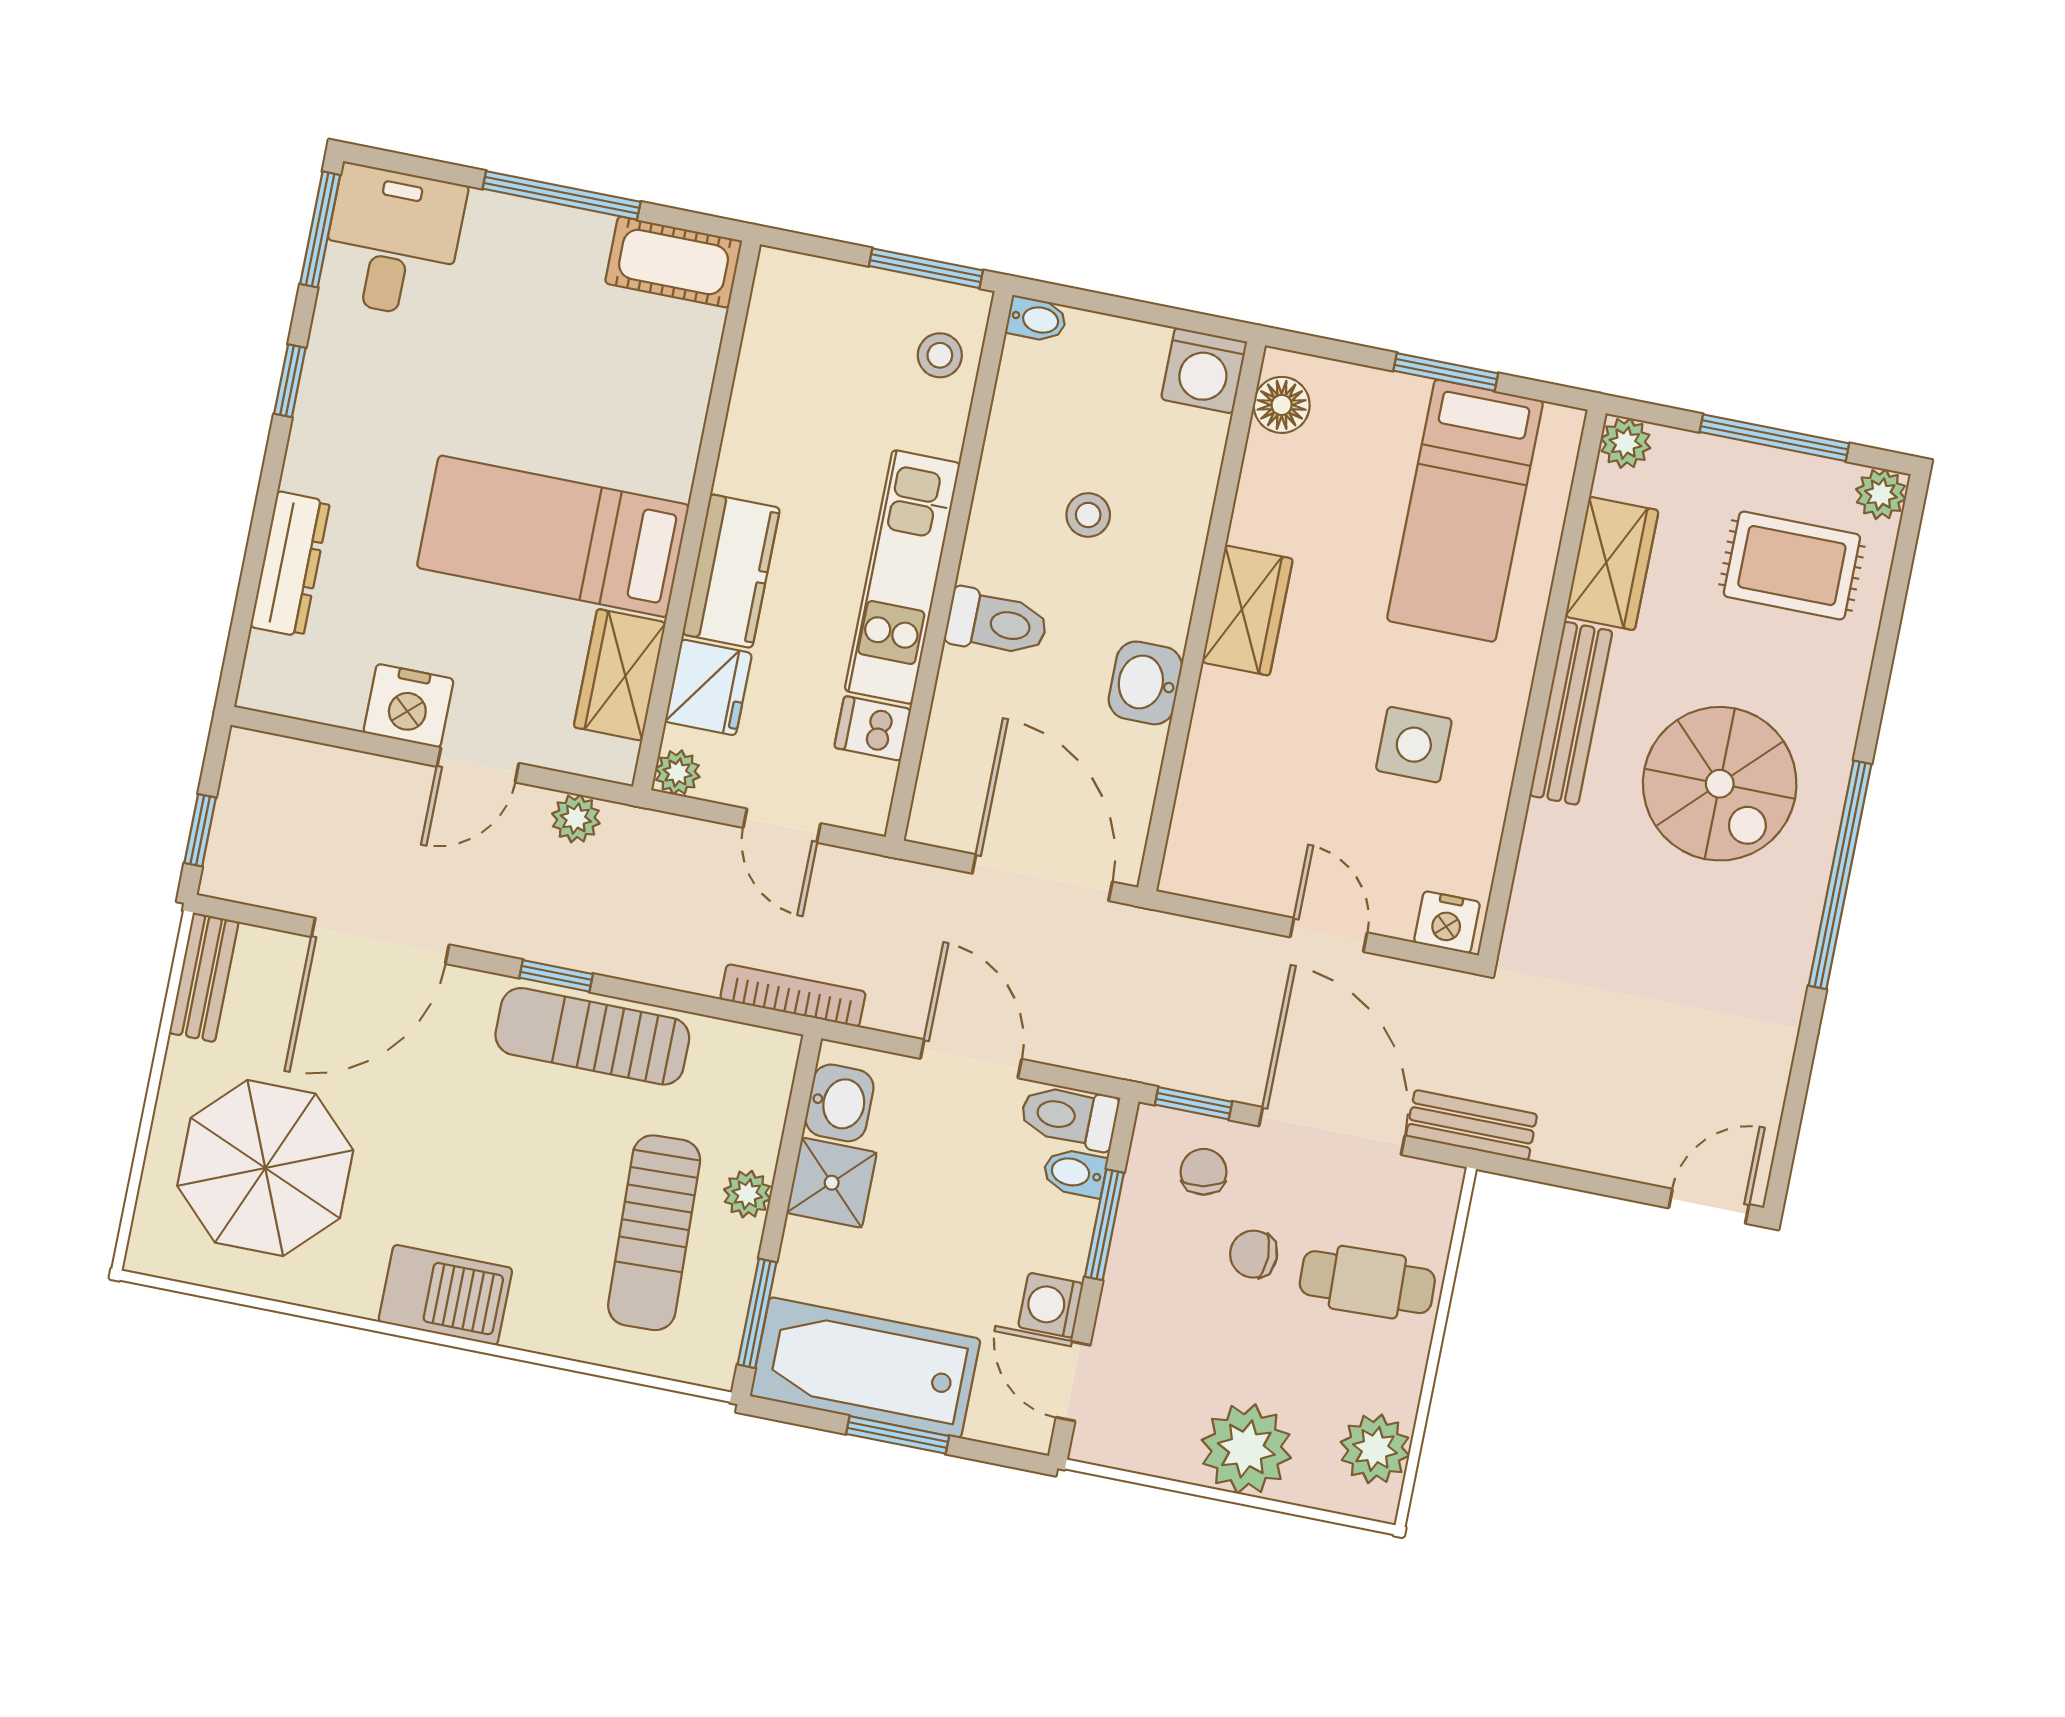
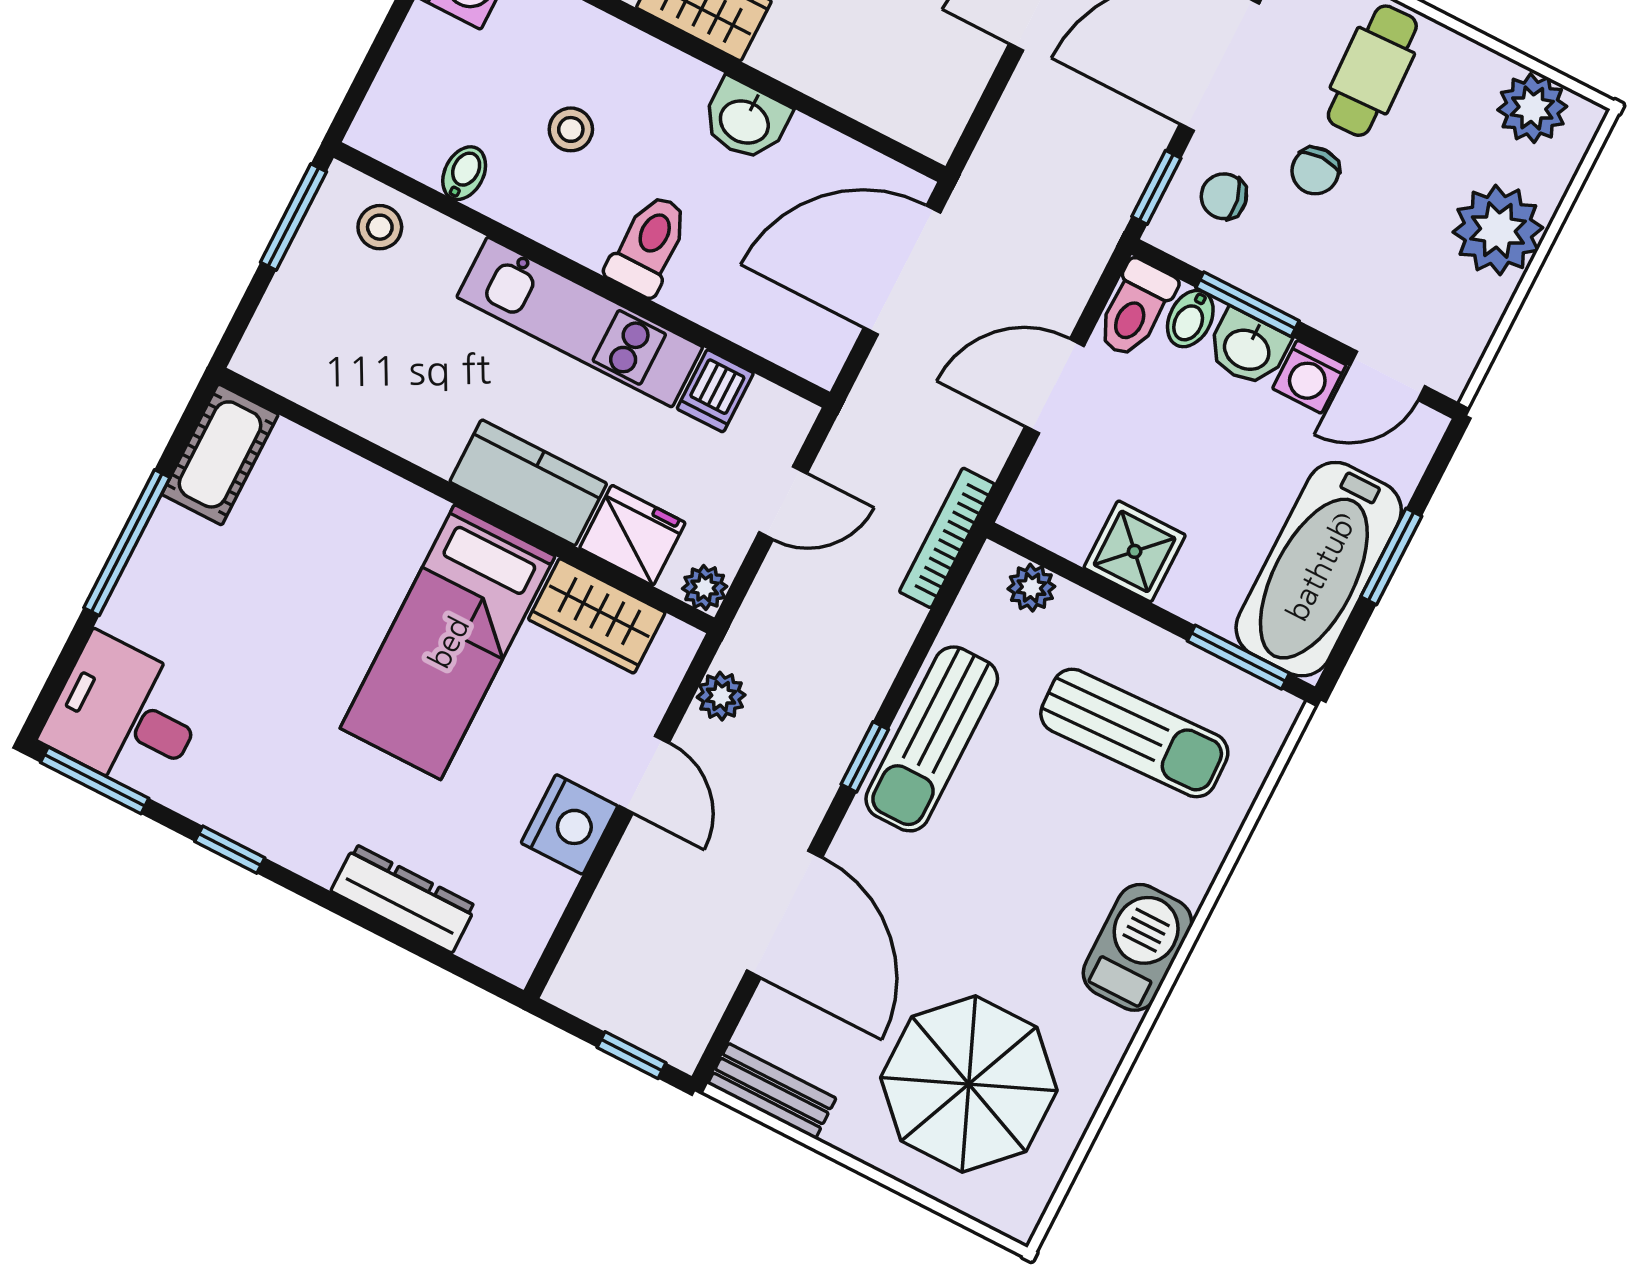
bidet: (1037, 319) -> (464, 173), moved
washbasin: (840, 1103) -> (1248, 348), moved, turned 180
plant: (747, 1194) -> (1031, 588), moved

